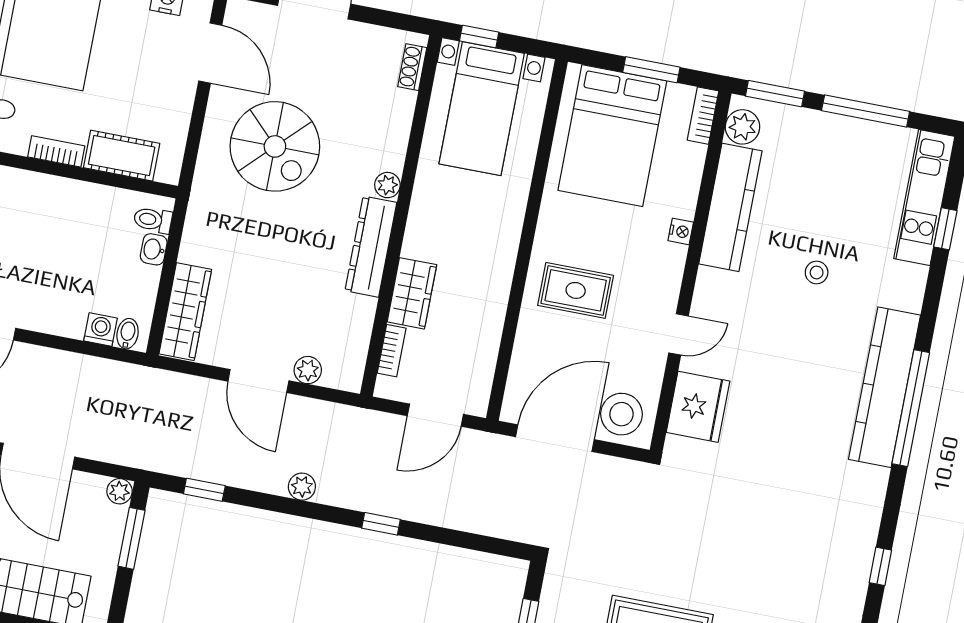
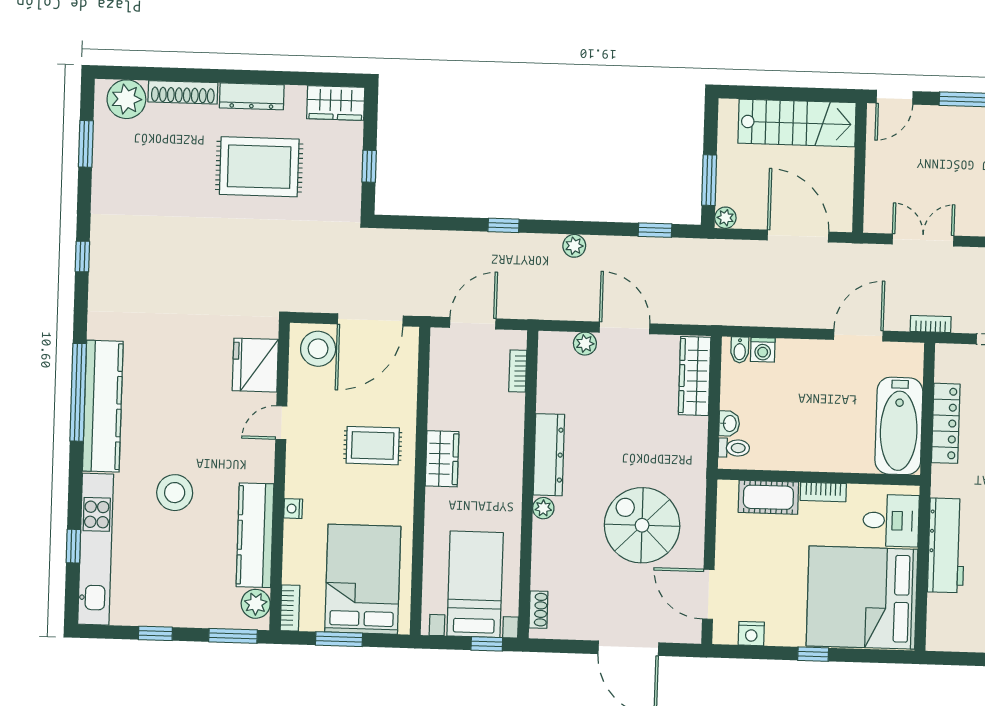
window: (866, 111) -> (155, 633), width x0.46
kitchen unit: (924, 197) -> (96, 549), width x1.36
stool: (817, 272) -> (175, 493), width x1.89, depth x1.89
wardrobe: (412, 293) -> (442, 459), moved, turned 180

